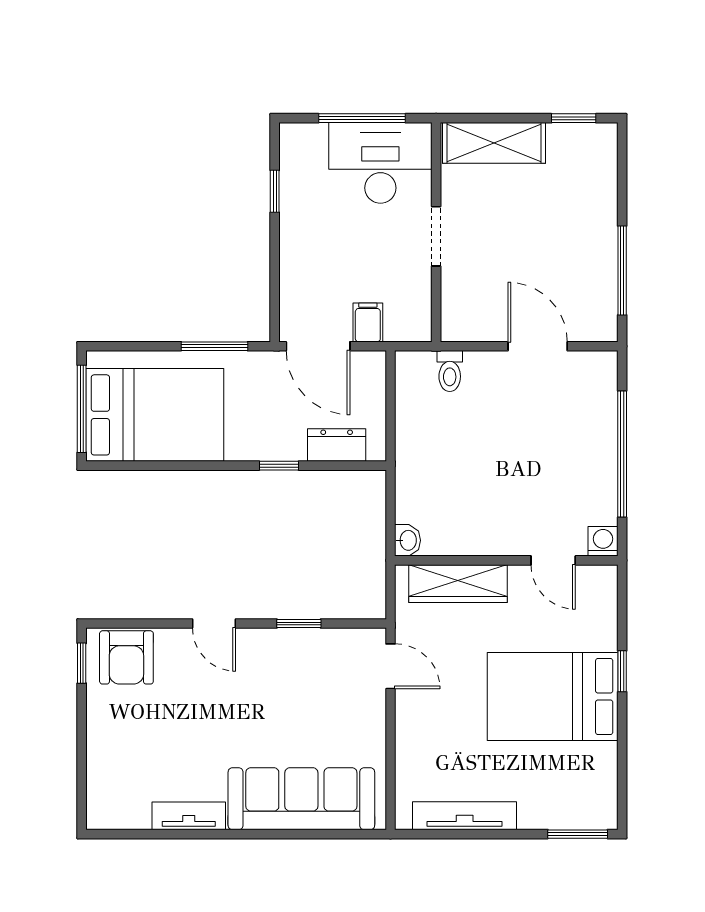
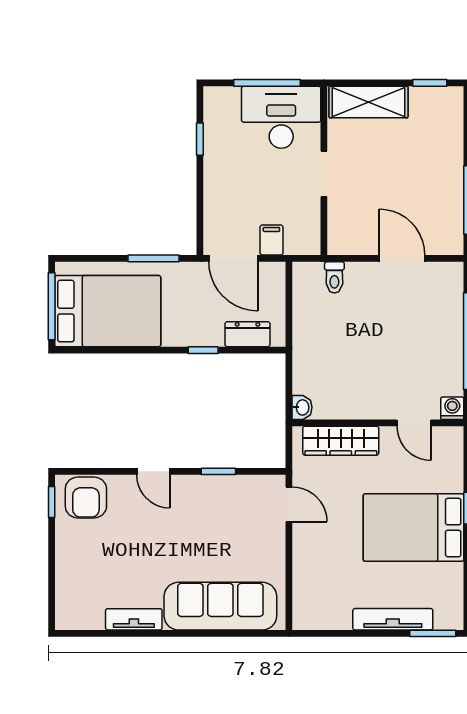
tv unit: (465, 816) -> (393, 619), moved

